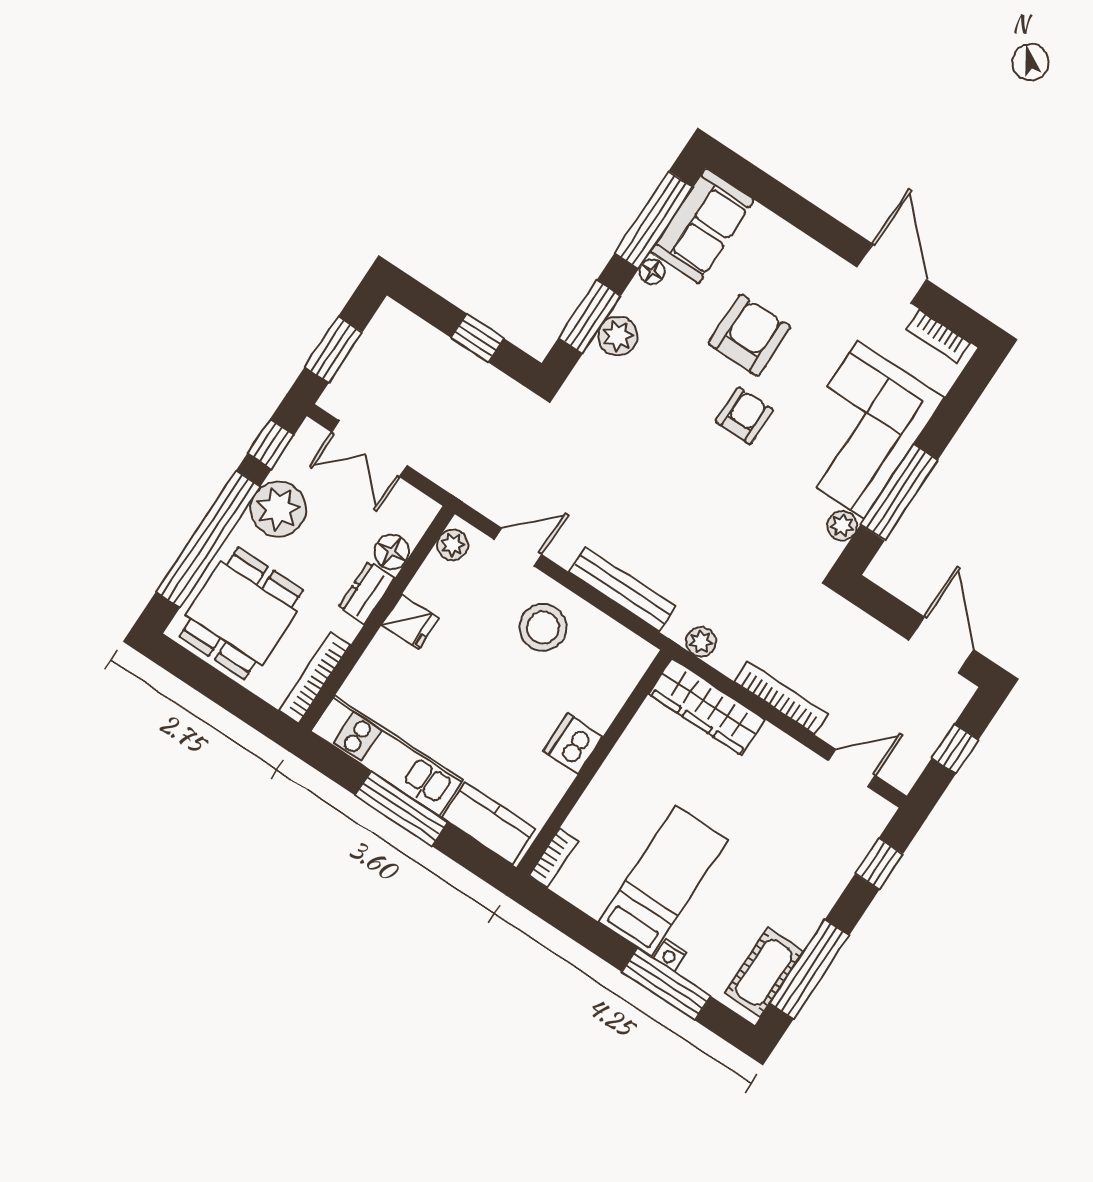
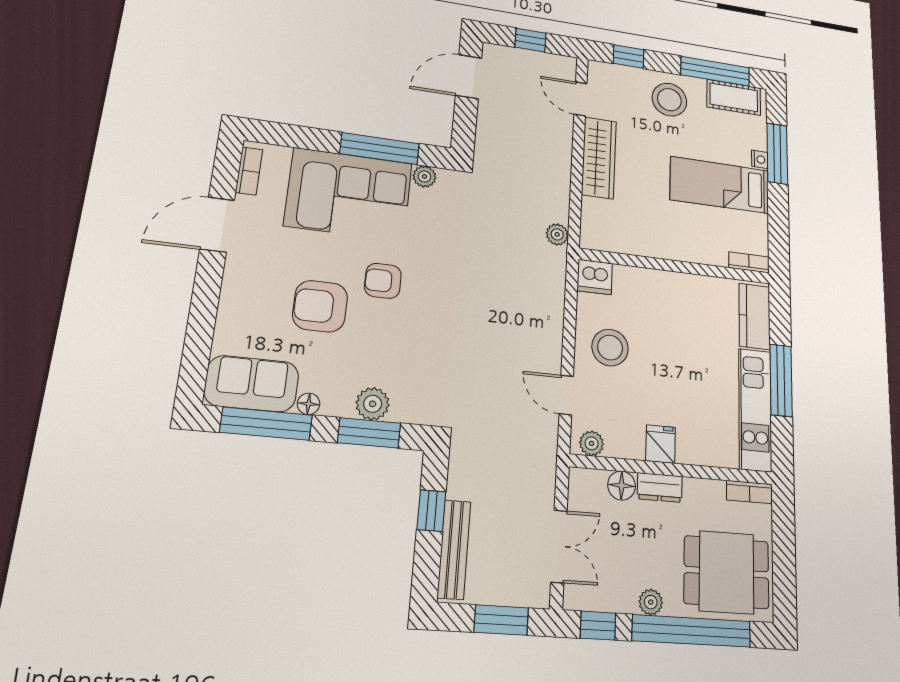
plant: (278, 509) -> (651, 602), width x0.53, depth x0.53
bench: (622, 589) -> (454, 549), moved
bookcase: (315, 678) -> (749, 492), width x0.64
bookcase: (781, 698) -> (563, 164), removed
wardrobe: (707, 707) -> (599, 158), moved
dishwasher: (573, 744) -> (595, 277), moved
stool: (800, 883) -> (669, 100), added

